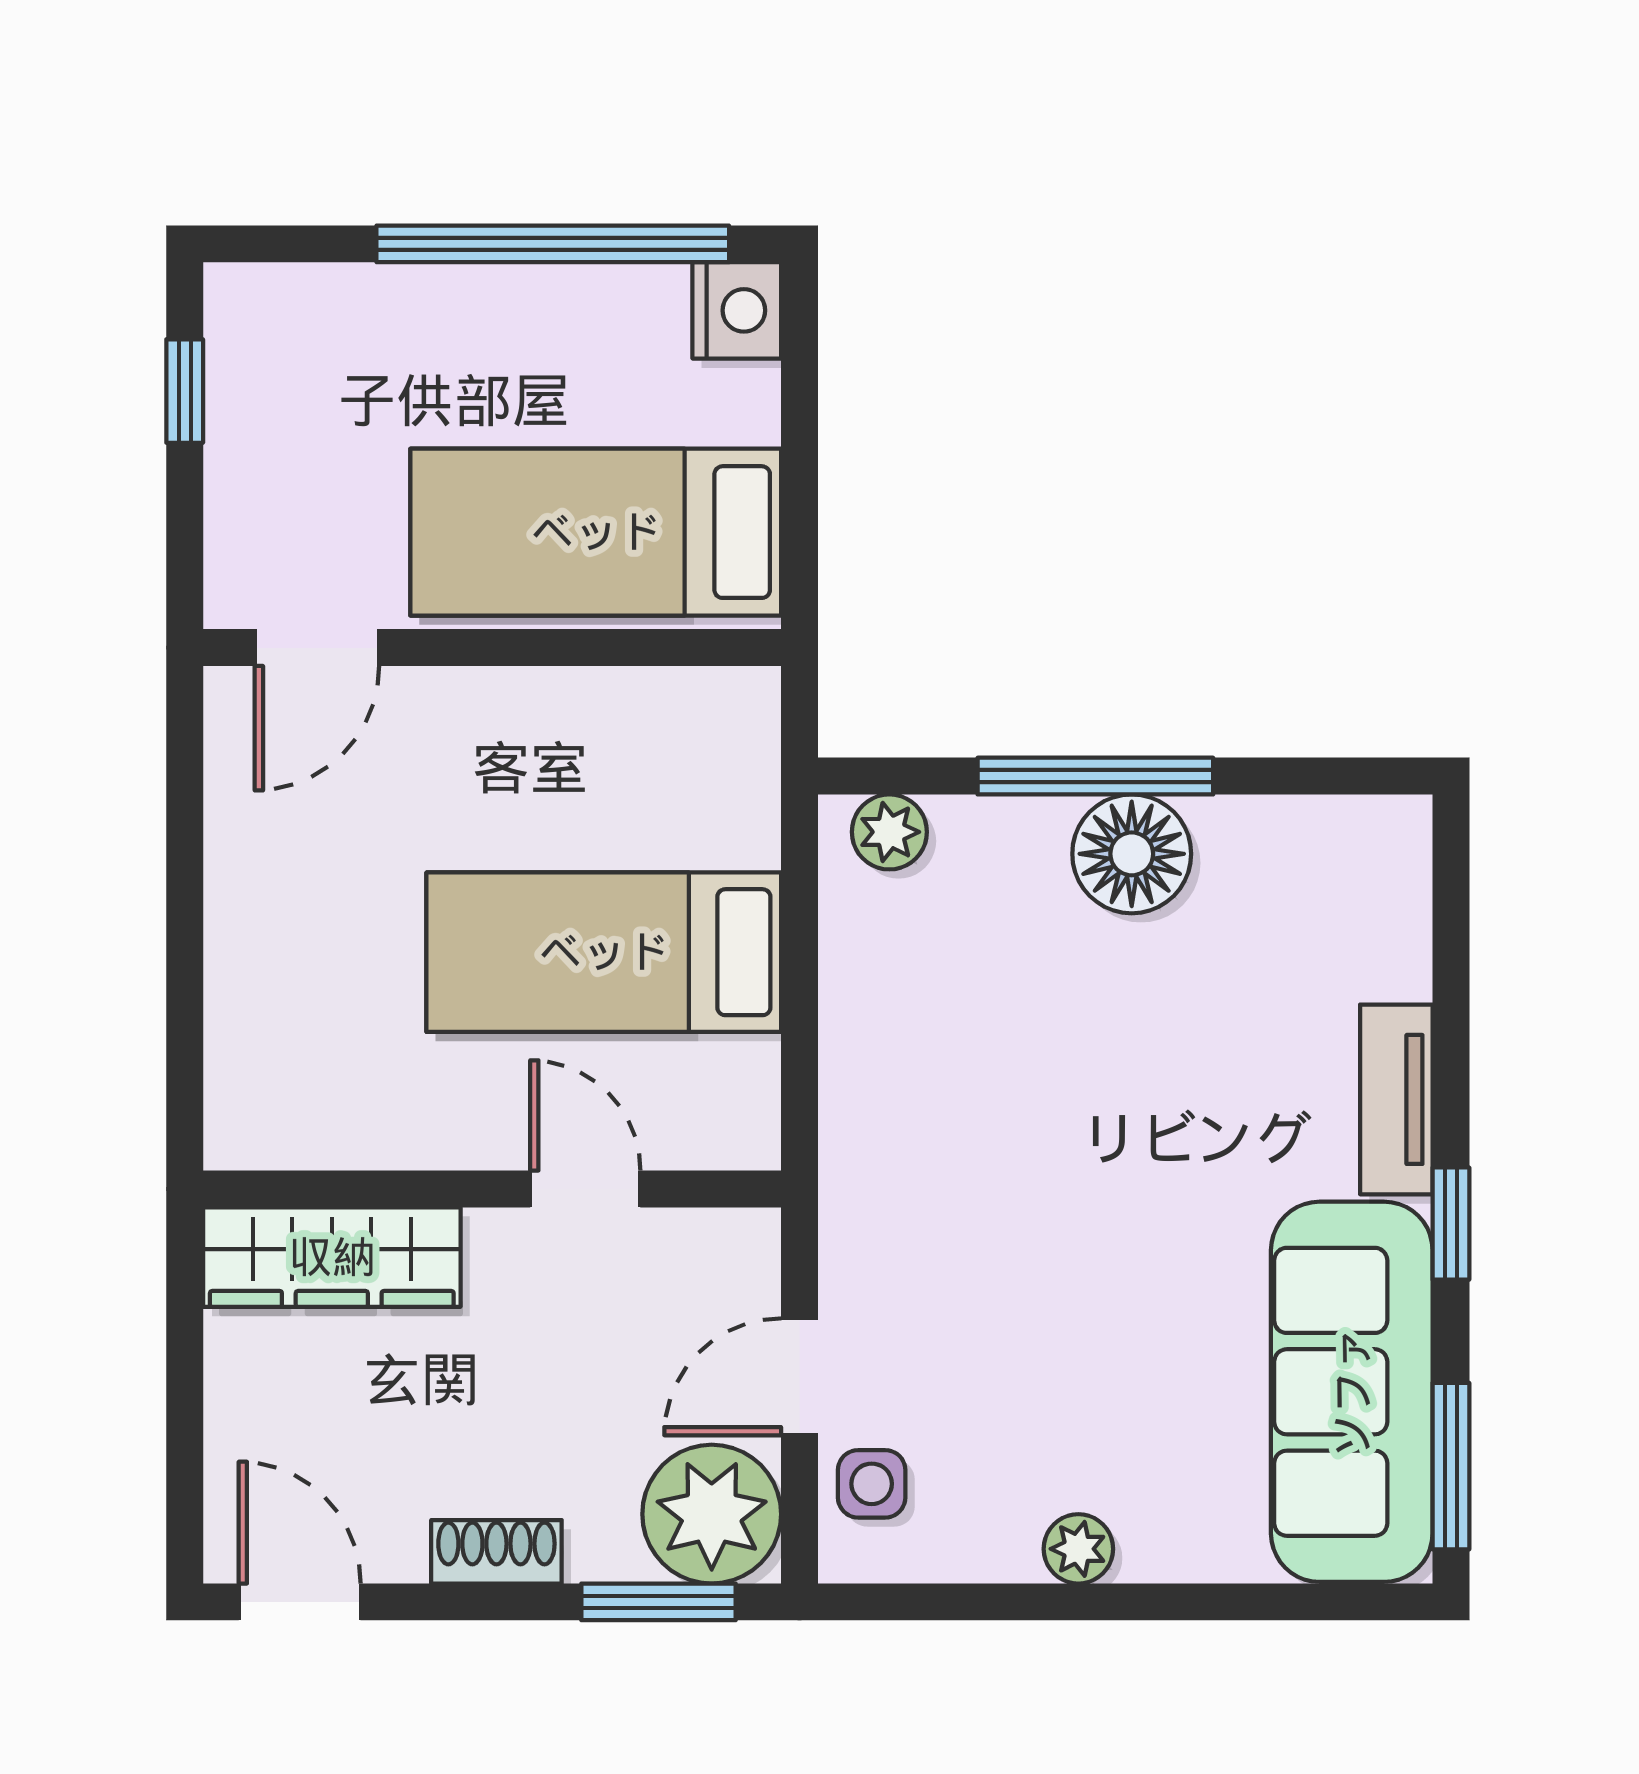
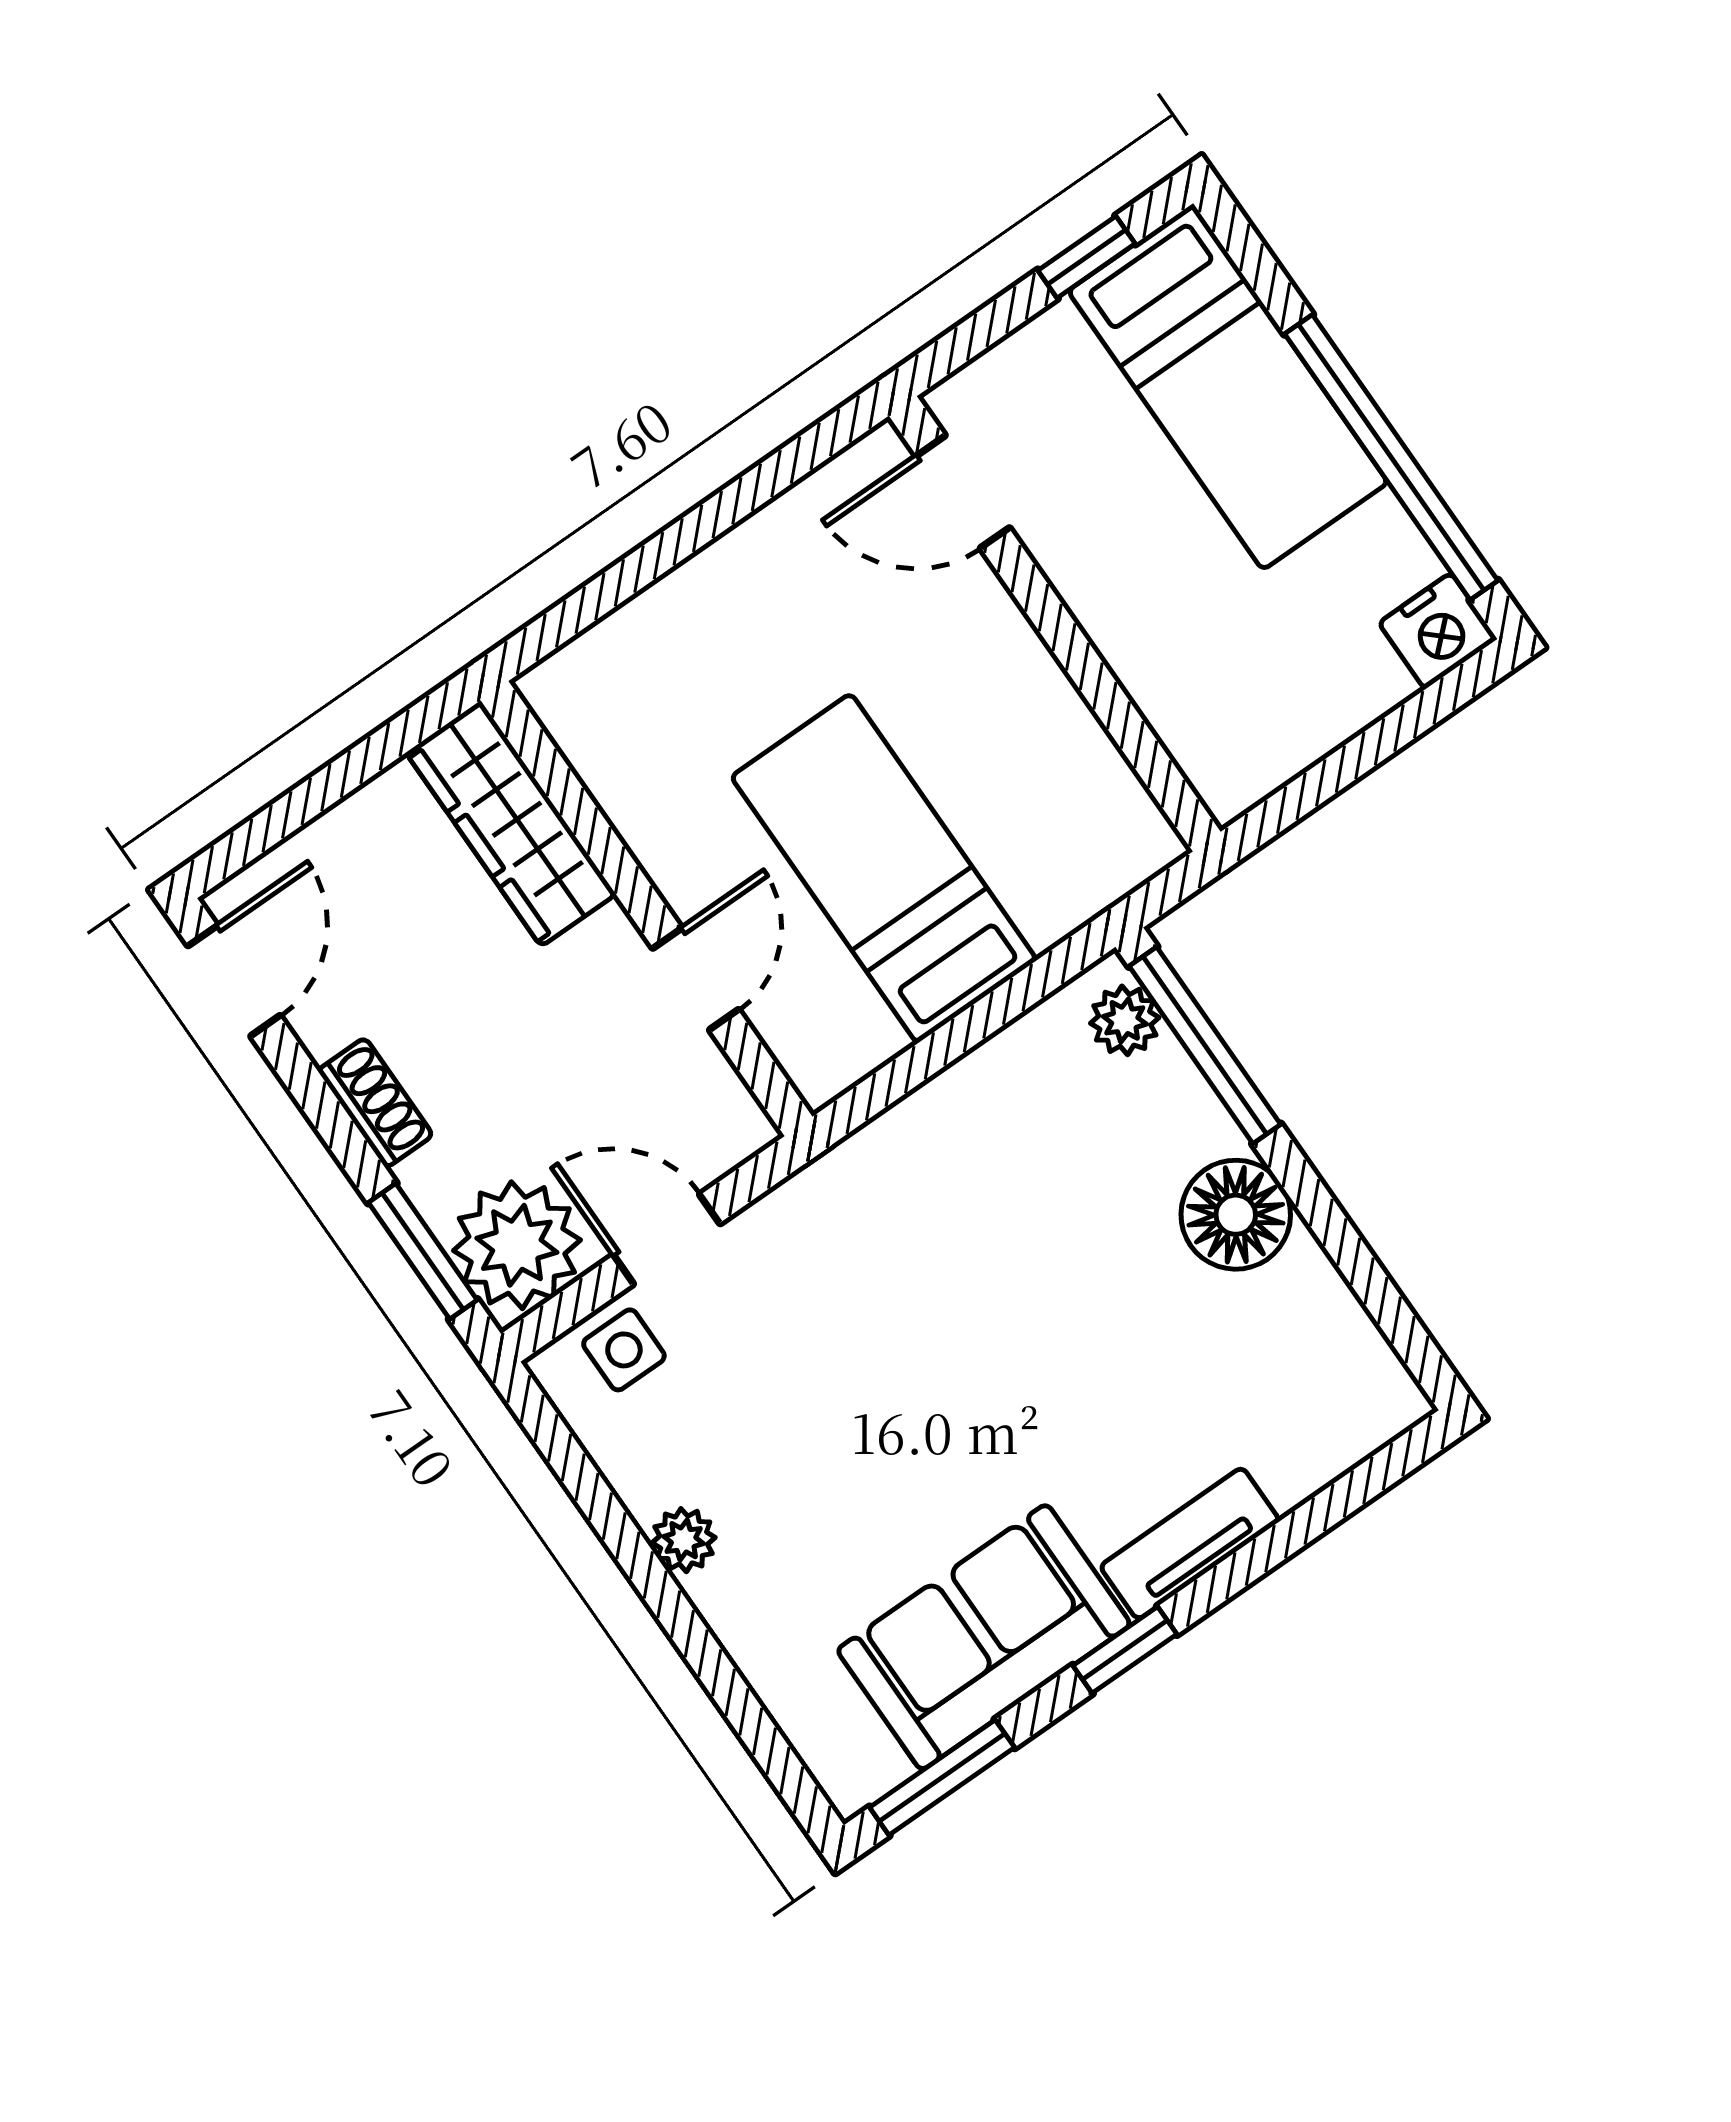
bed: (596, 532) -> (1228, 387), moved, turned 180
window: (1095, 776) -> (1205, 1045), moved
sofa: (1352, 1392) -> (984, 1637), width x0.73

